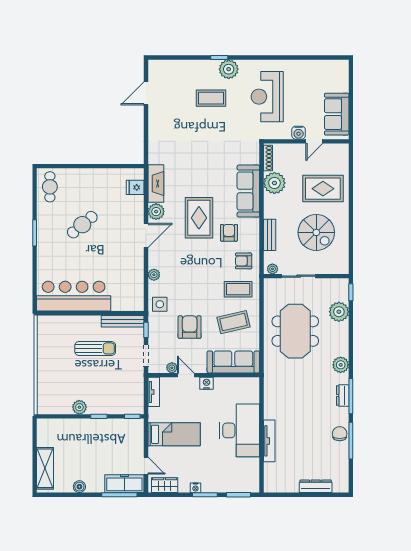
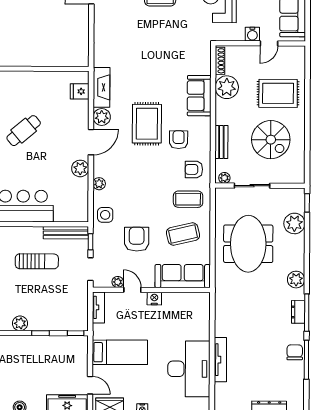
sofa: (248, 191) -> (199, 96), width x0.73
plant: (136, 260) -> (80, 168), added
desk: (240, 430) -> (189, 369), moved

